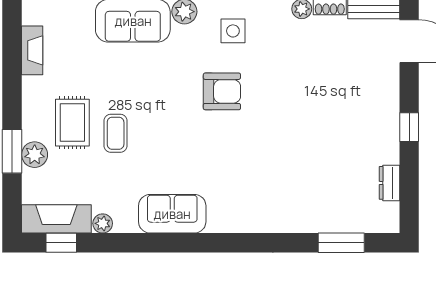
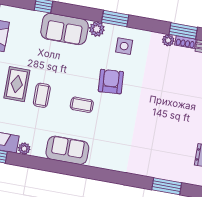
armchair: (222, 91) -> (111, 82), turned -94
coffee table: (182, 137) -> (82, 105), added

